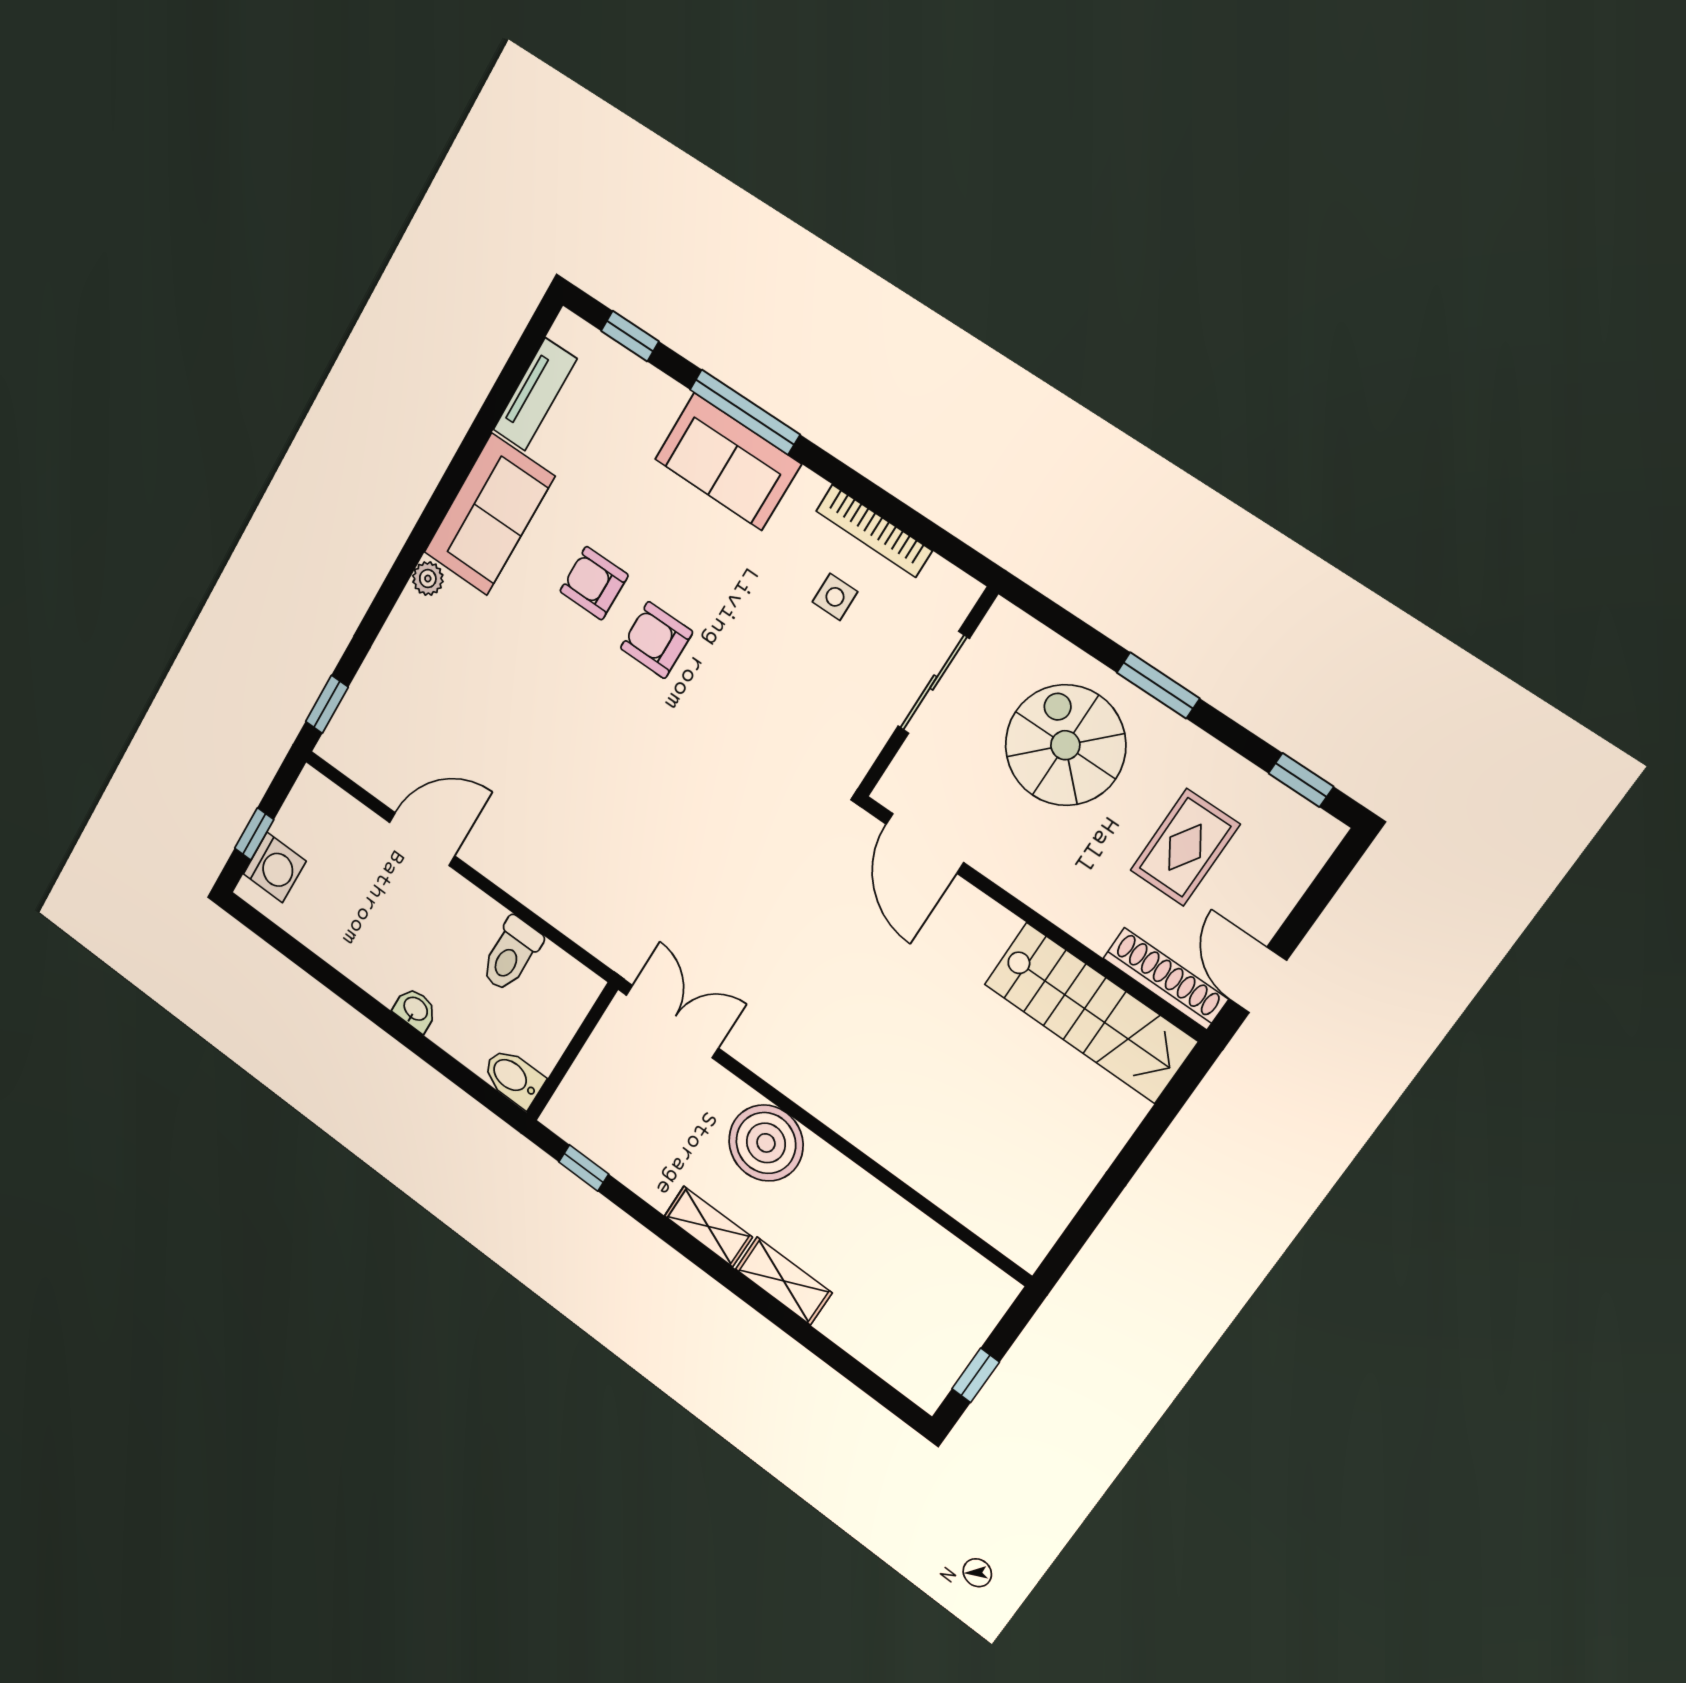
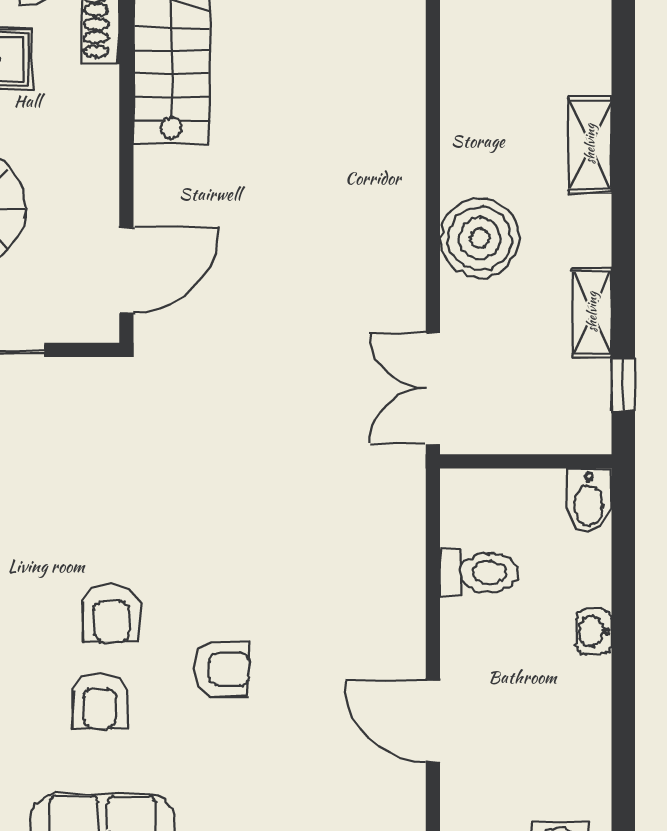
armchair: (559, 700) -> (221, 669), added
shelving: (708, 1226) -> (592, 312), moved

